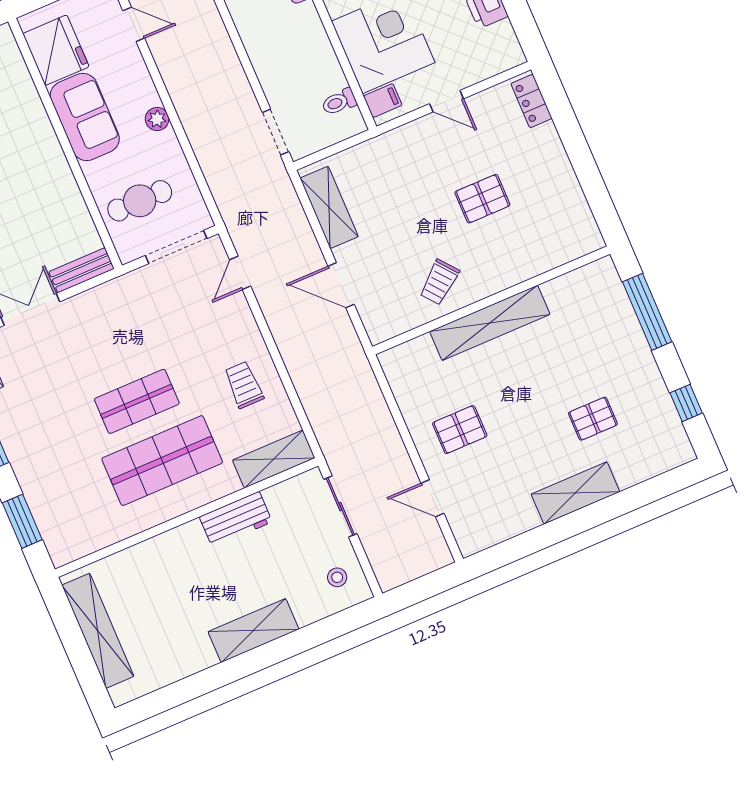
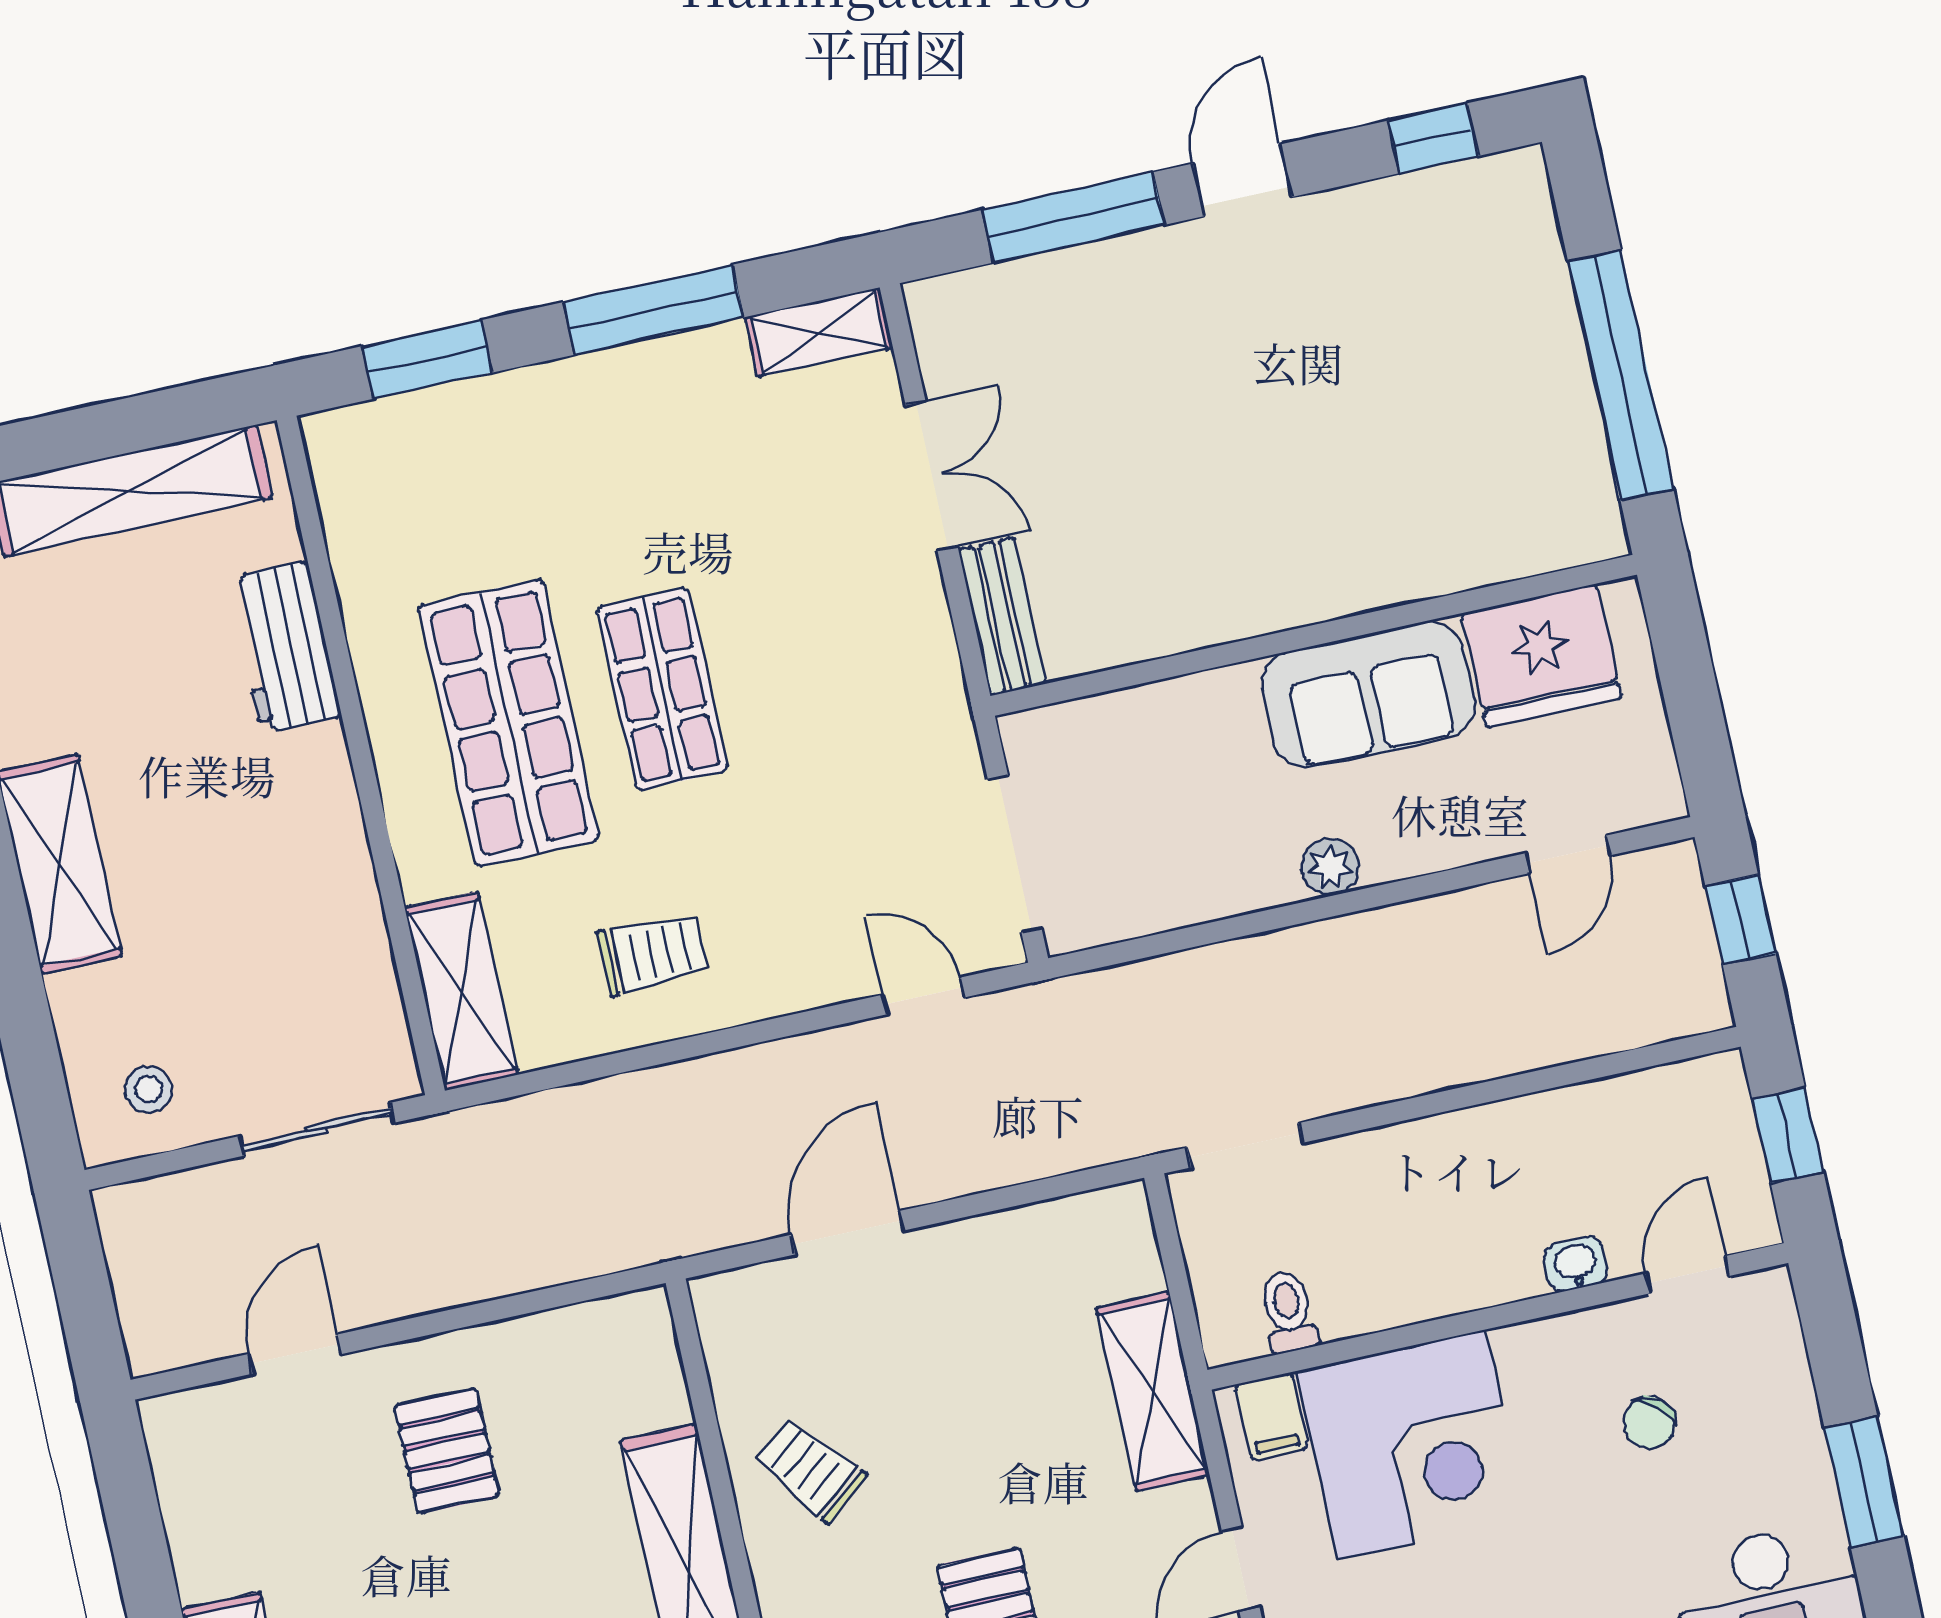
cafe table: (140, 201) -> (1142, 788), removed
shelving: (329, 207) -> (1153, 1391), moved, turned 90
workbench: (236, 519) -> (284, 647), moved

